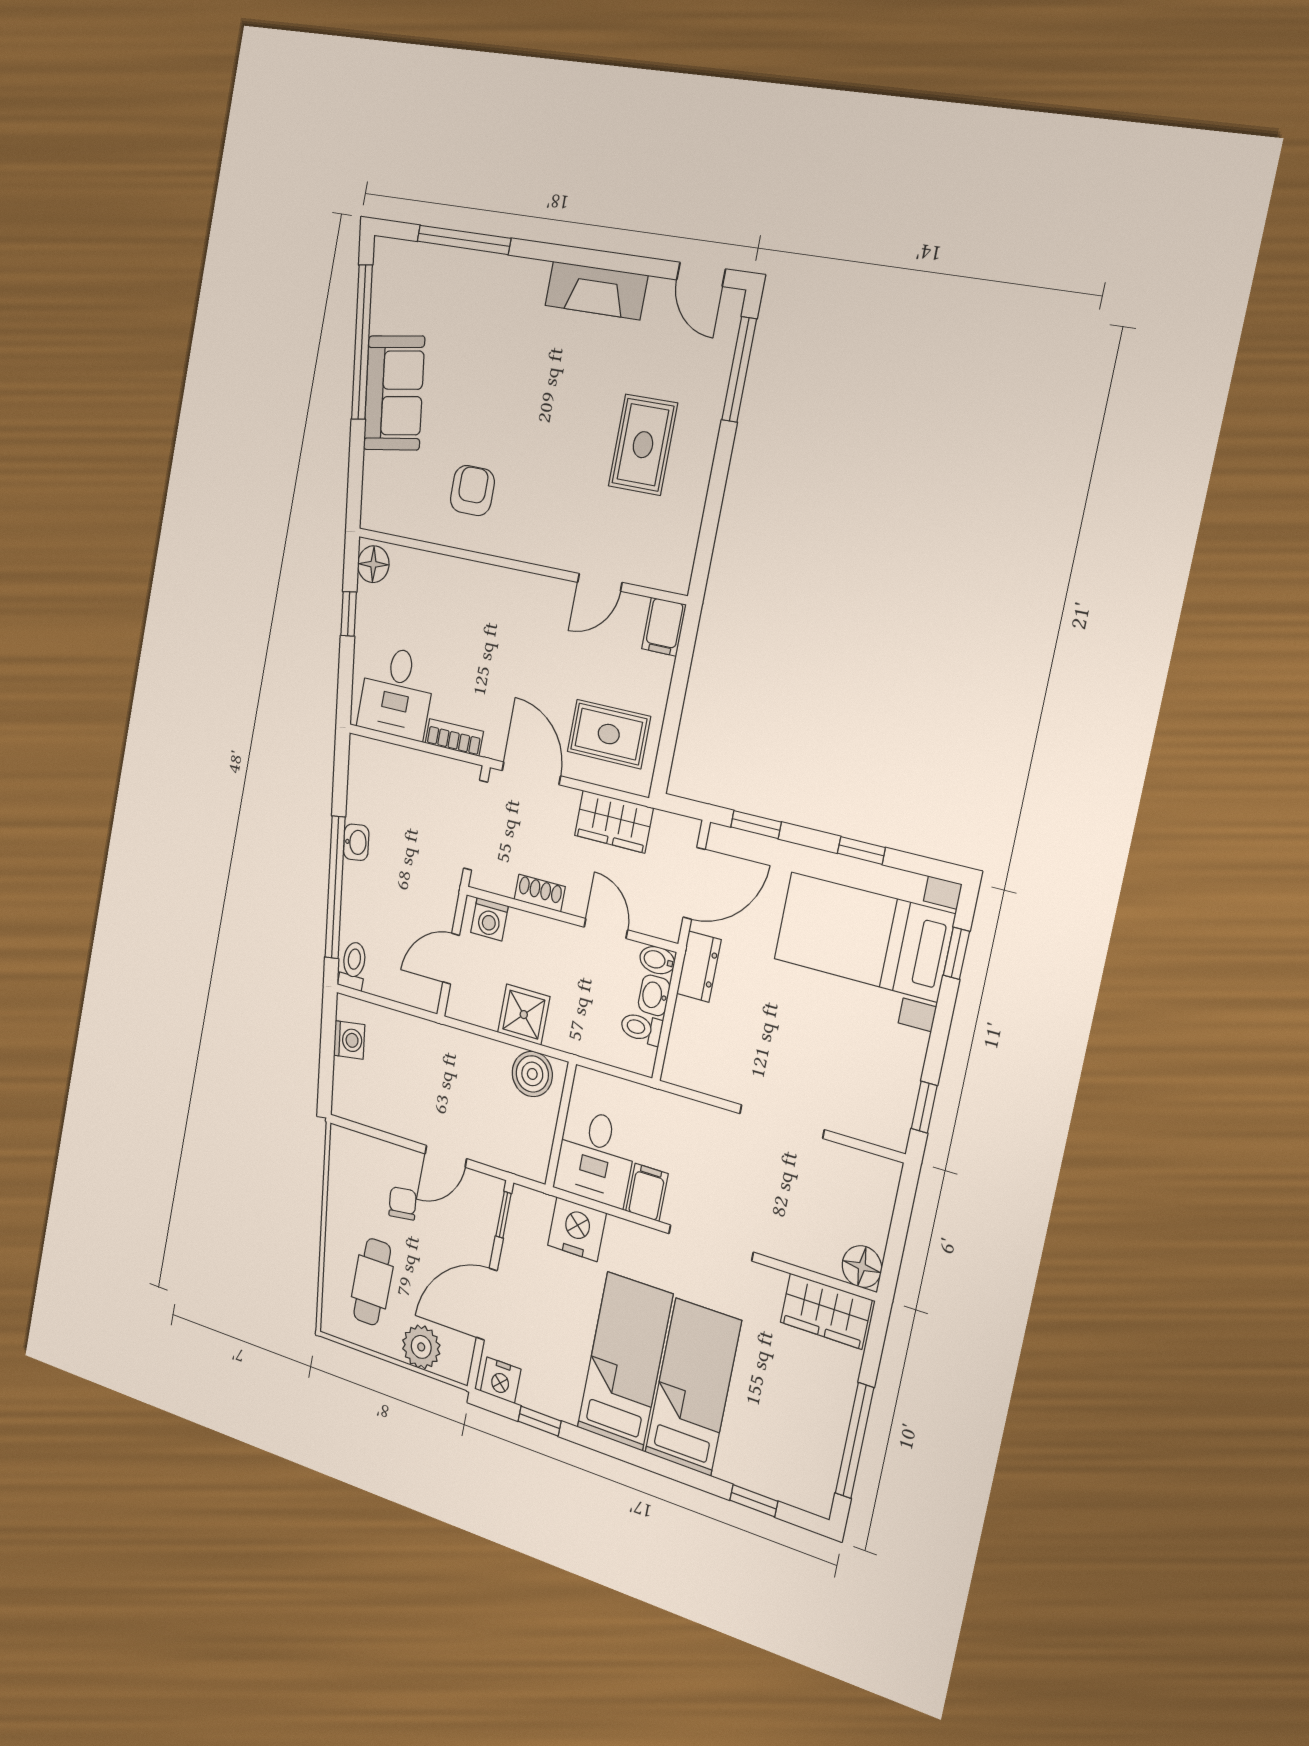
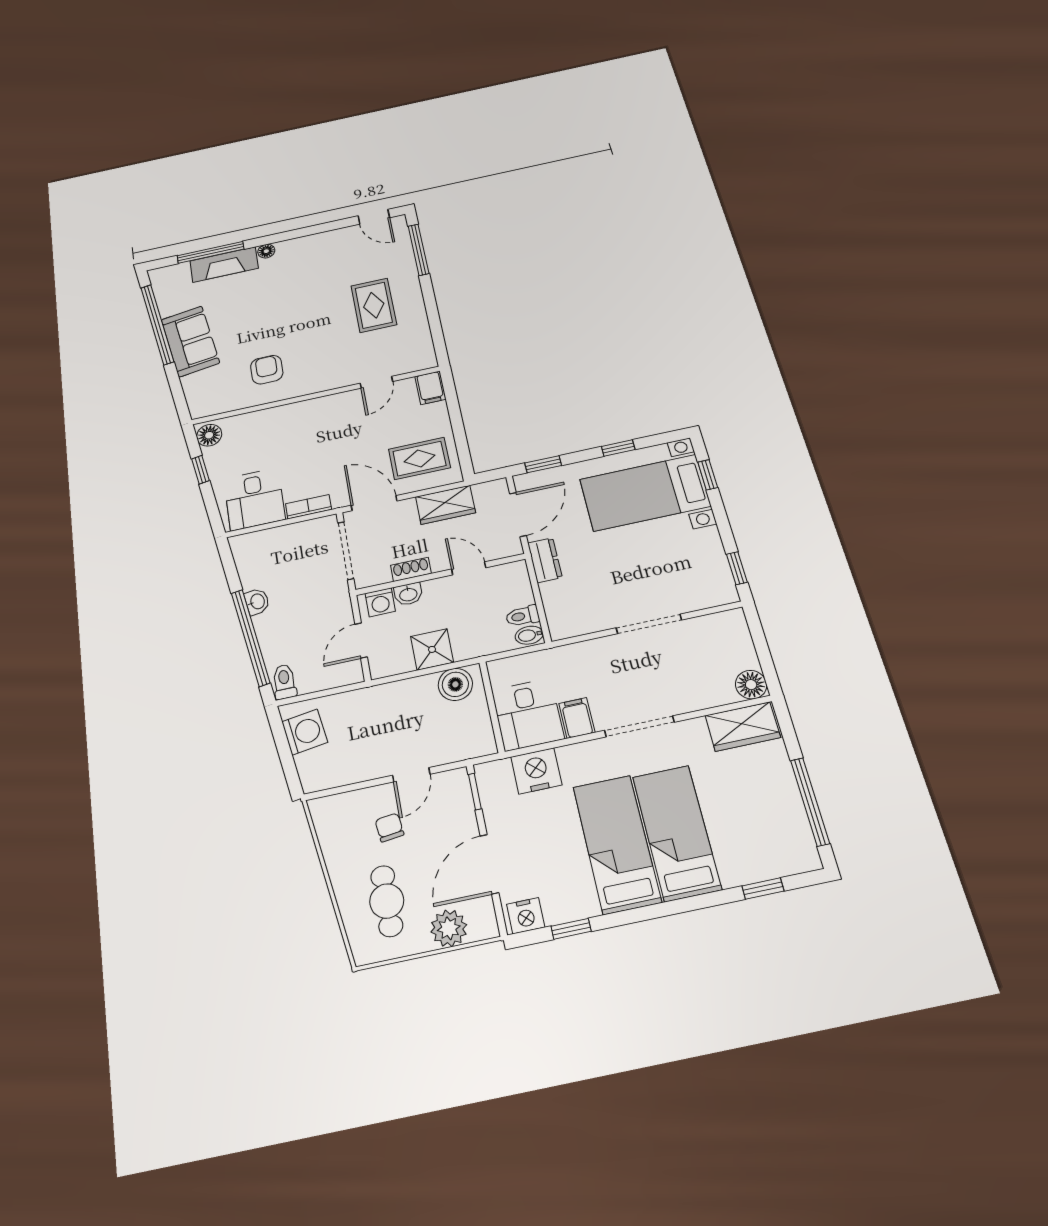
floor lamp: (536, 273) -> (266, 251), added
fireplace: (596, 290) -> (224, 265), moved
bidet: (657, 960) -> (529, 635), moved
washbasin: (654, 995) -> (408, 594), moved, turned -90
washing machine: (349, 1040) -> (305, 732), width x1.38, depth x1.38

